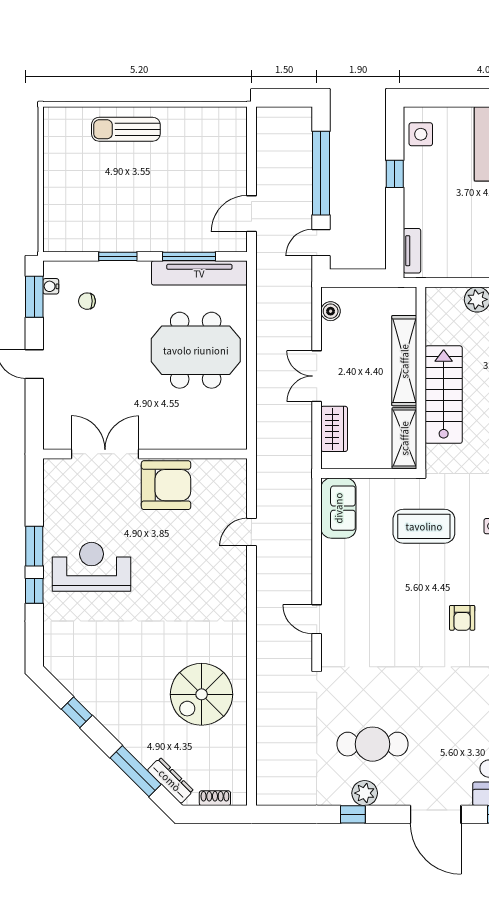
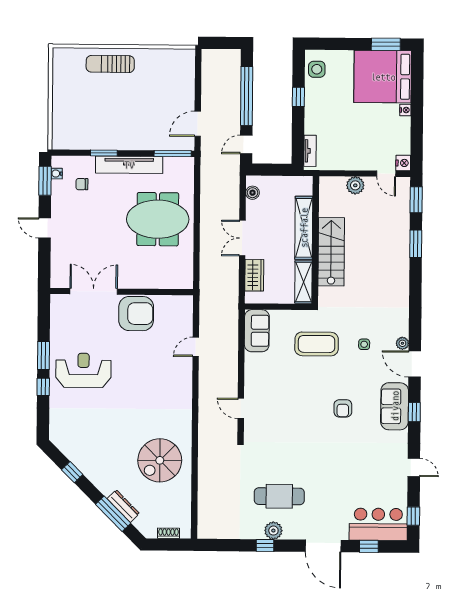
window: (189, 256) -> (173, 154), moved
tv unit: (199, 273) -> (129, 165), moved
dresser: (170, 780) -> (123, 506), moved

